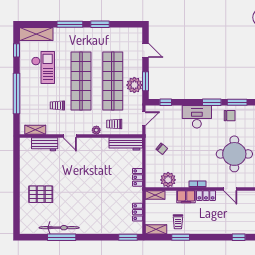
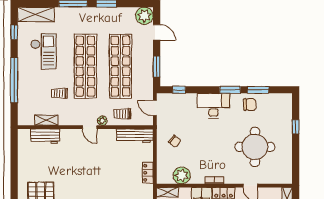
plant: (134, 85) -> (144, 16), moved
door: (144, 119) -> (155, 108), swing flipped
shelving: (35, 130) -> (46, 120), moved
door: (70, 136) -> (90, 127), moved

